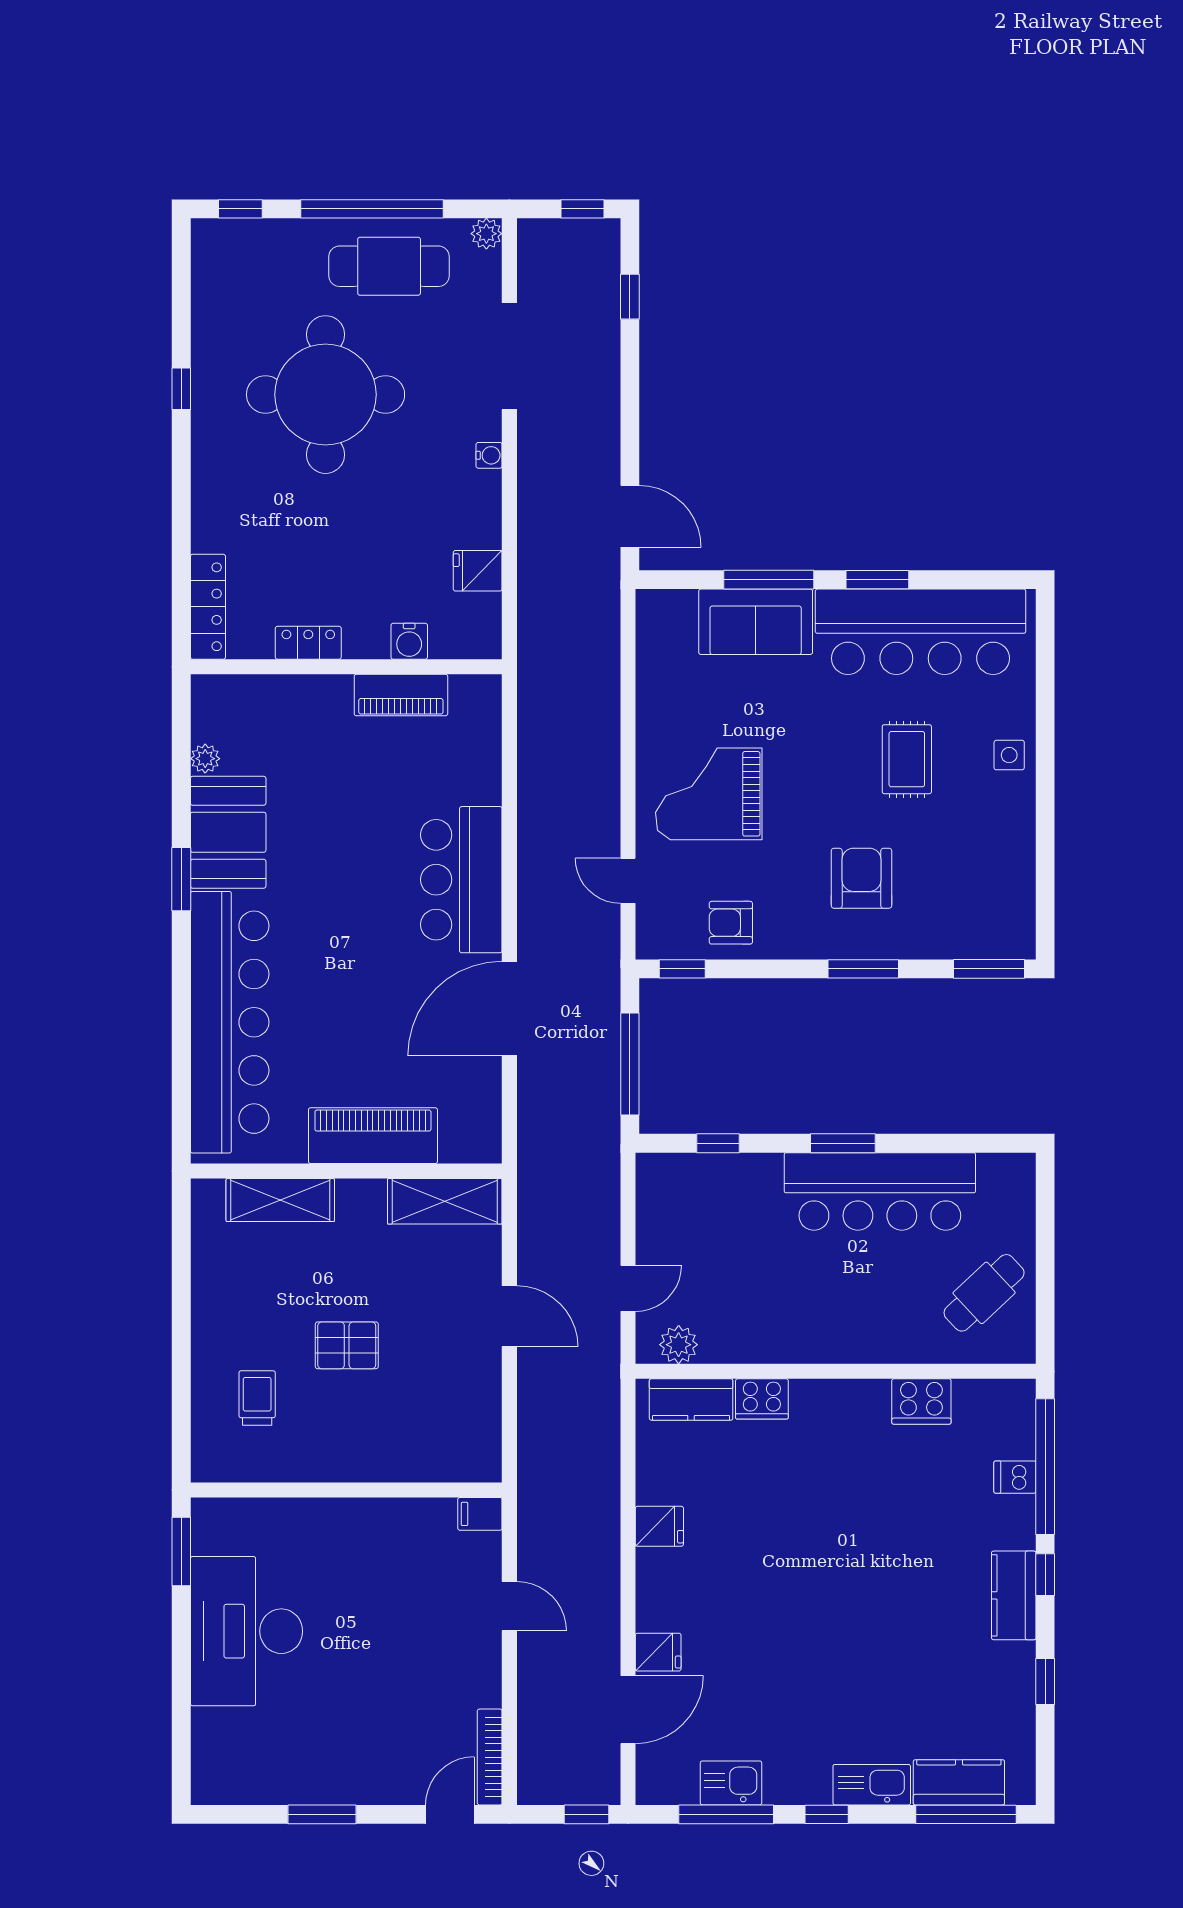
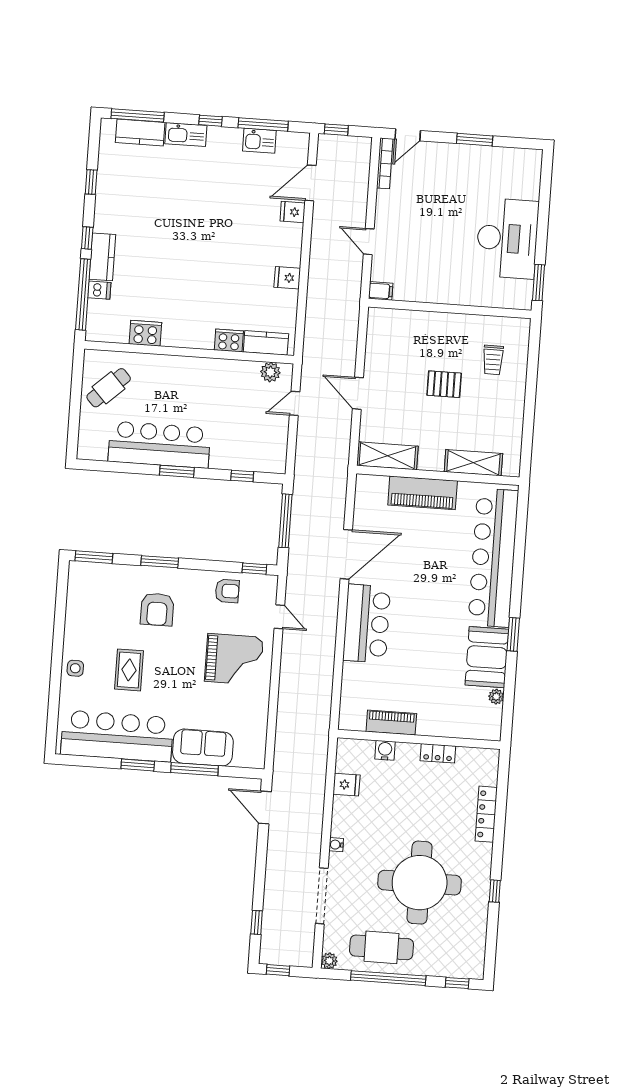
locker: (208, 607) -> (486, 814), moved
kitchen counter: (1014, 1595) -> (102, 257), moved

